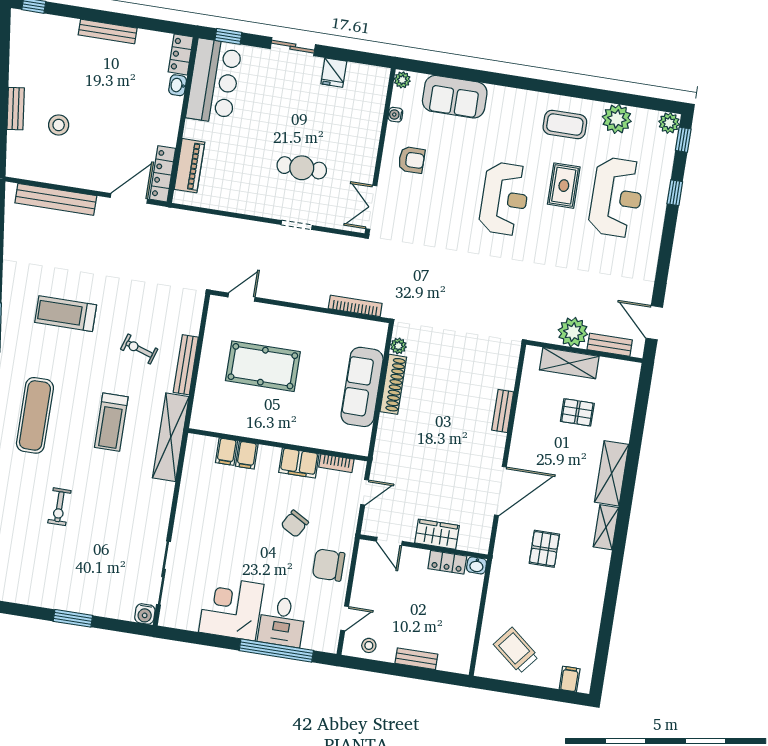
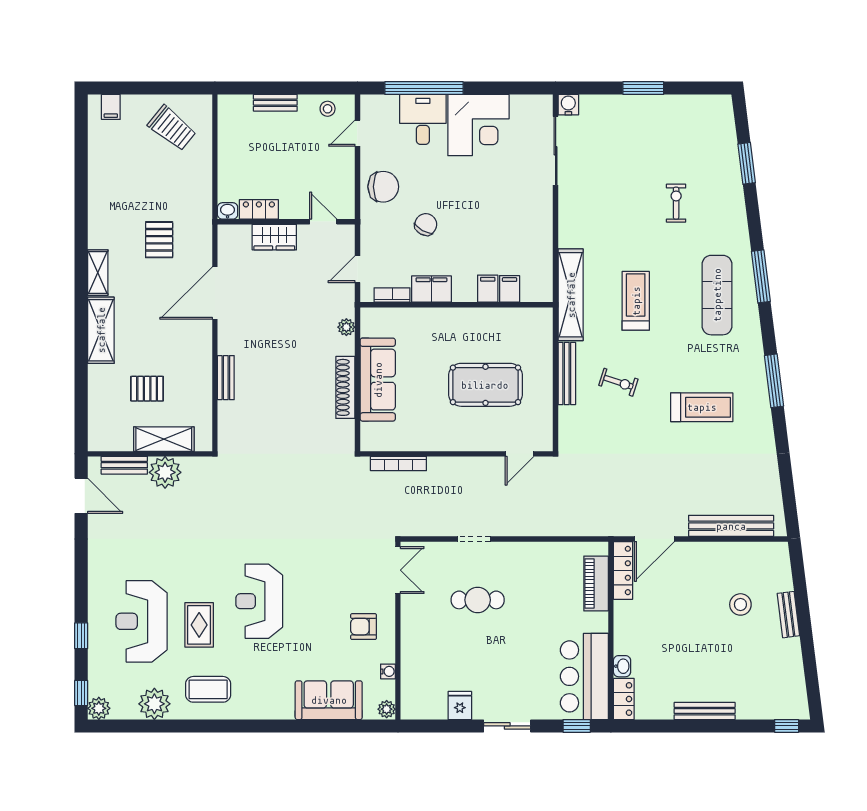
plant: (398, 346) -> (346, 327), moved

